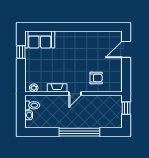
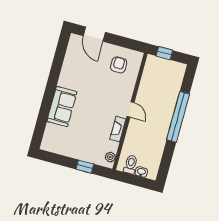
sofa: (40, 40) -> (62, 107), moved
window: (21, 52) -> (85, 167), moved
armchair: (96, 78) -> (119, 65), moved

